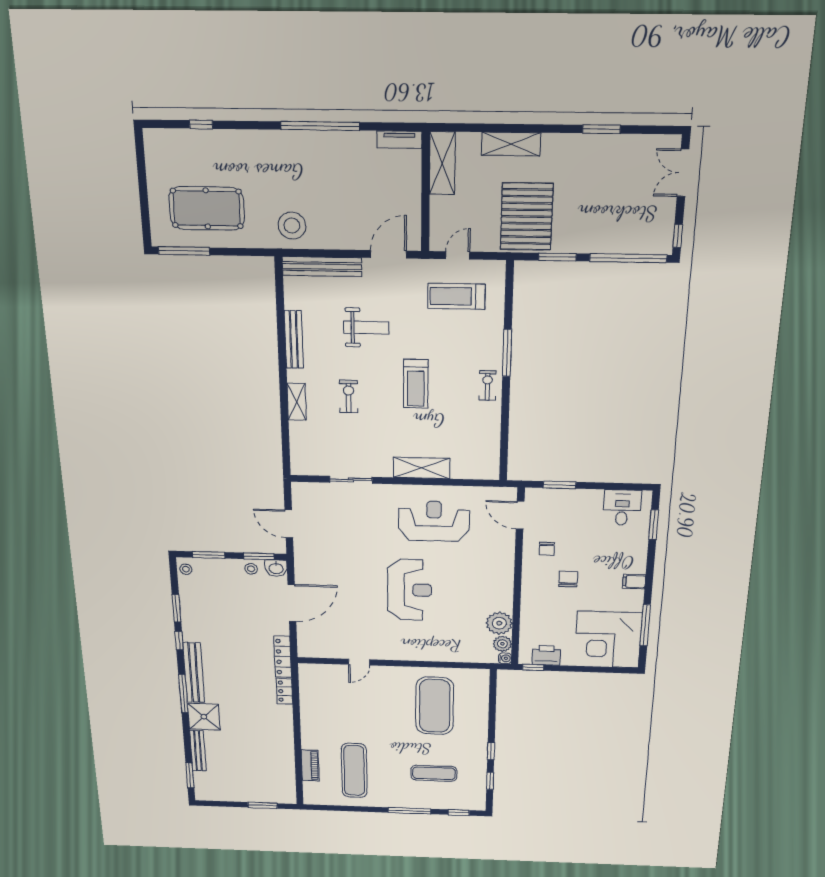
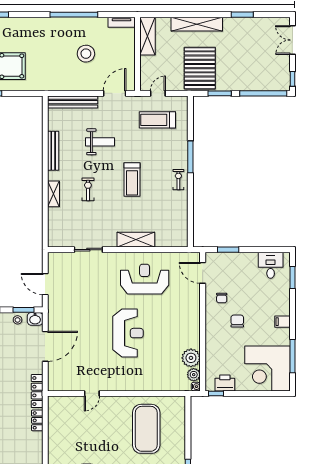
shelving: (511, 144) -> (197, 24), width x1.47
stool: (292, 226) -> (86, 54), moved

